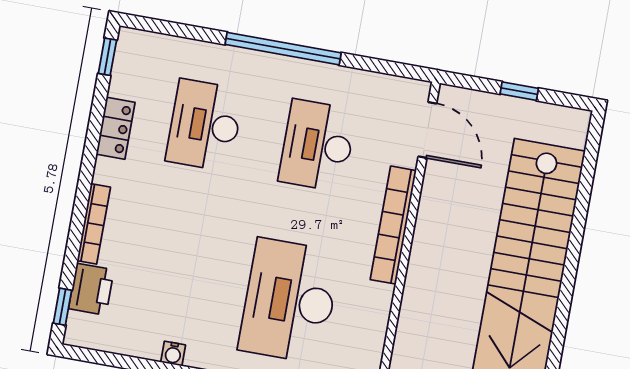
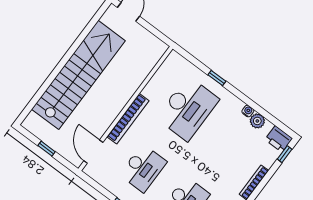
printer: (91, 289) -> (279, 139), moved, turned -90
plant: (146, 344) -> (257, 121), added

